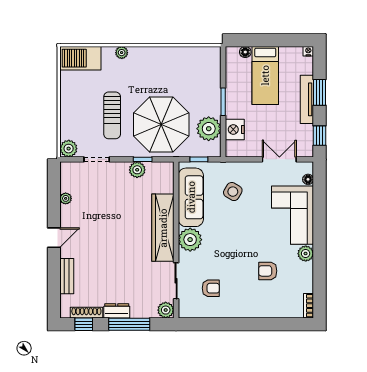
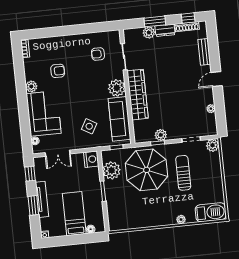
nightstand: (235, 129) -> (91, 159), moved
plant: (166, 310) -> (149, 33), moved
window: (129, 324) -> (155, 21), width x0.69

